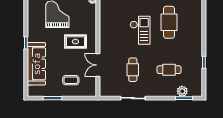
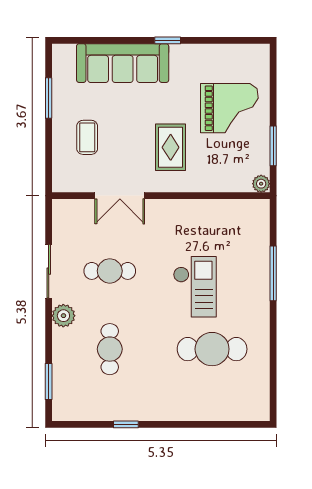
checkout: (140, 30) -> (195, 287), turned -90
double door: (98, 65) -> (120, 196), swing flipped
plant: (182, 91) -> (63, 316), moved

